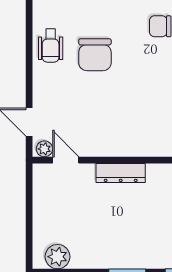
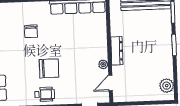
plant: (44, 149) -> (103, 64), moved

